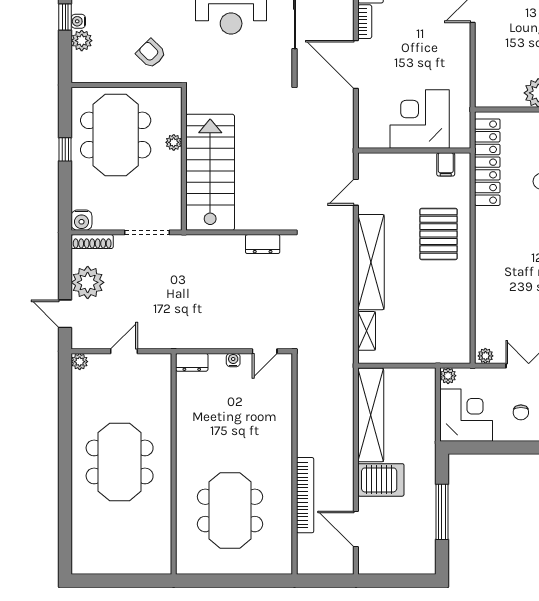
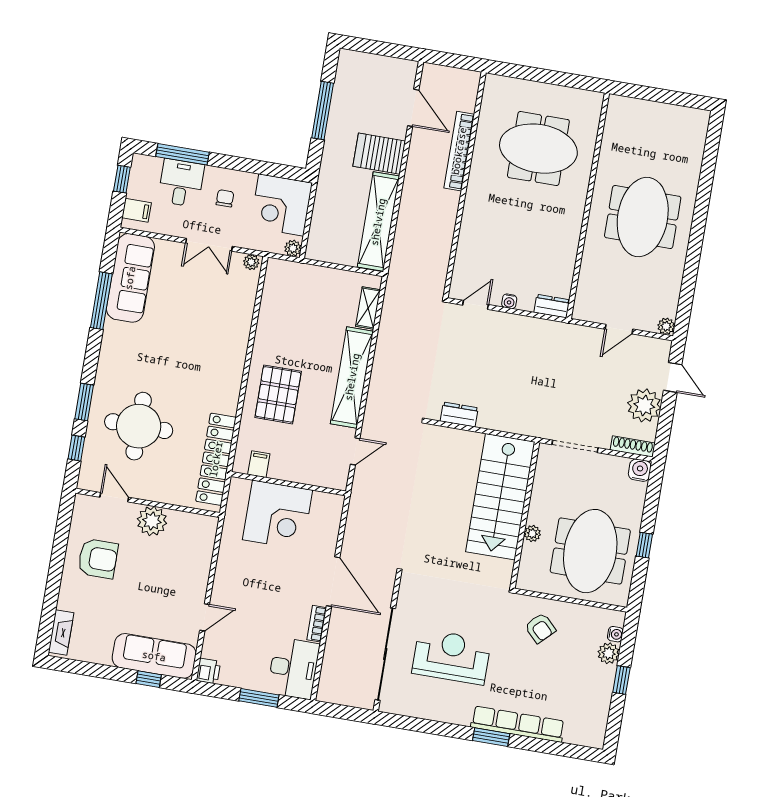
water cooler: (78, 21) -> (615, 634), moved
meeting table: (230, 510) -> (538, 149), turned 90

